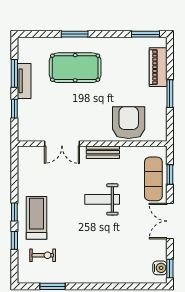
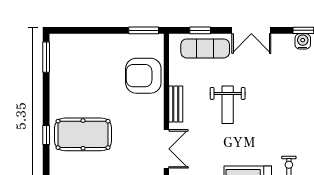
window: (75, 34) -> (46, 135), width x0.67
piano: (158, 67) -> (82, 43), removed
pool table: (75, 68) -> (83, 134), turned 90
window: (170, 94) -> (144, 30), moved

